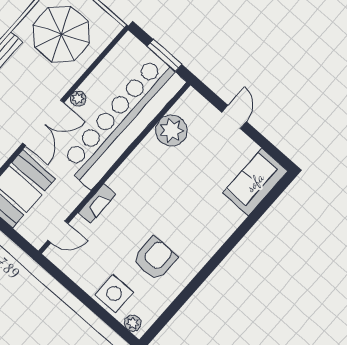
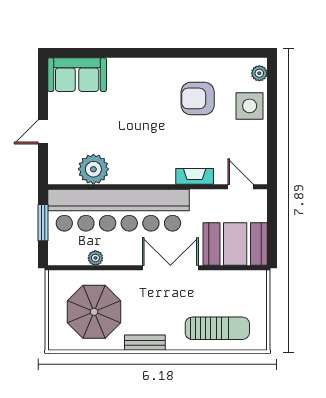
plant: (78, 98) -> (95, 258), moved

